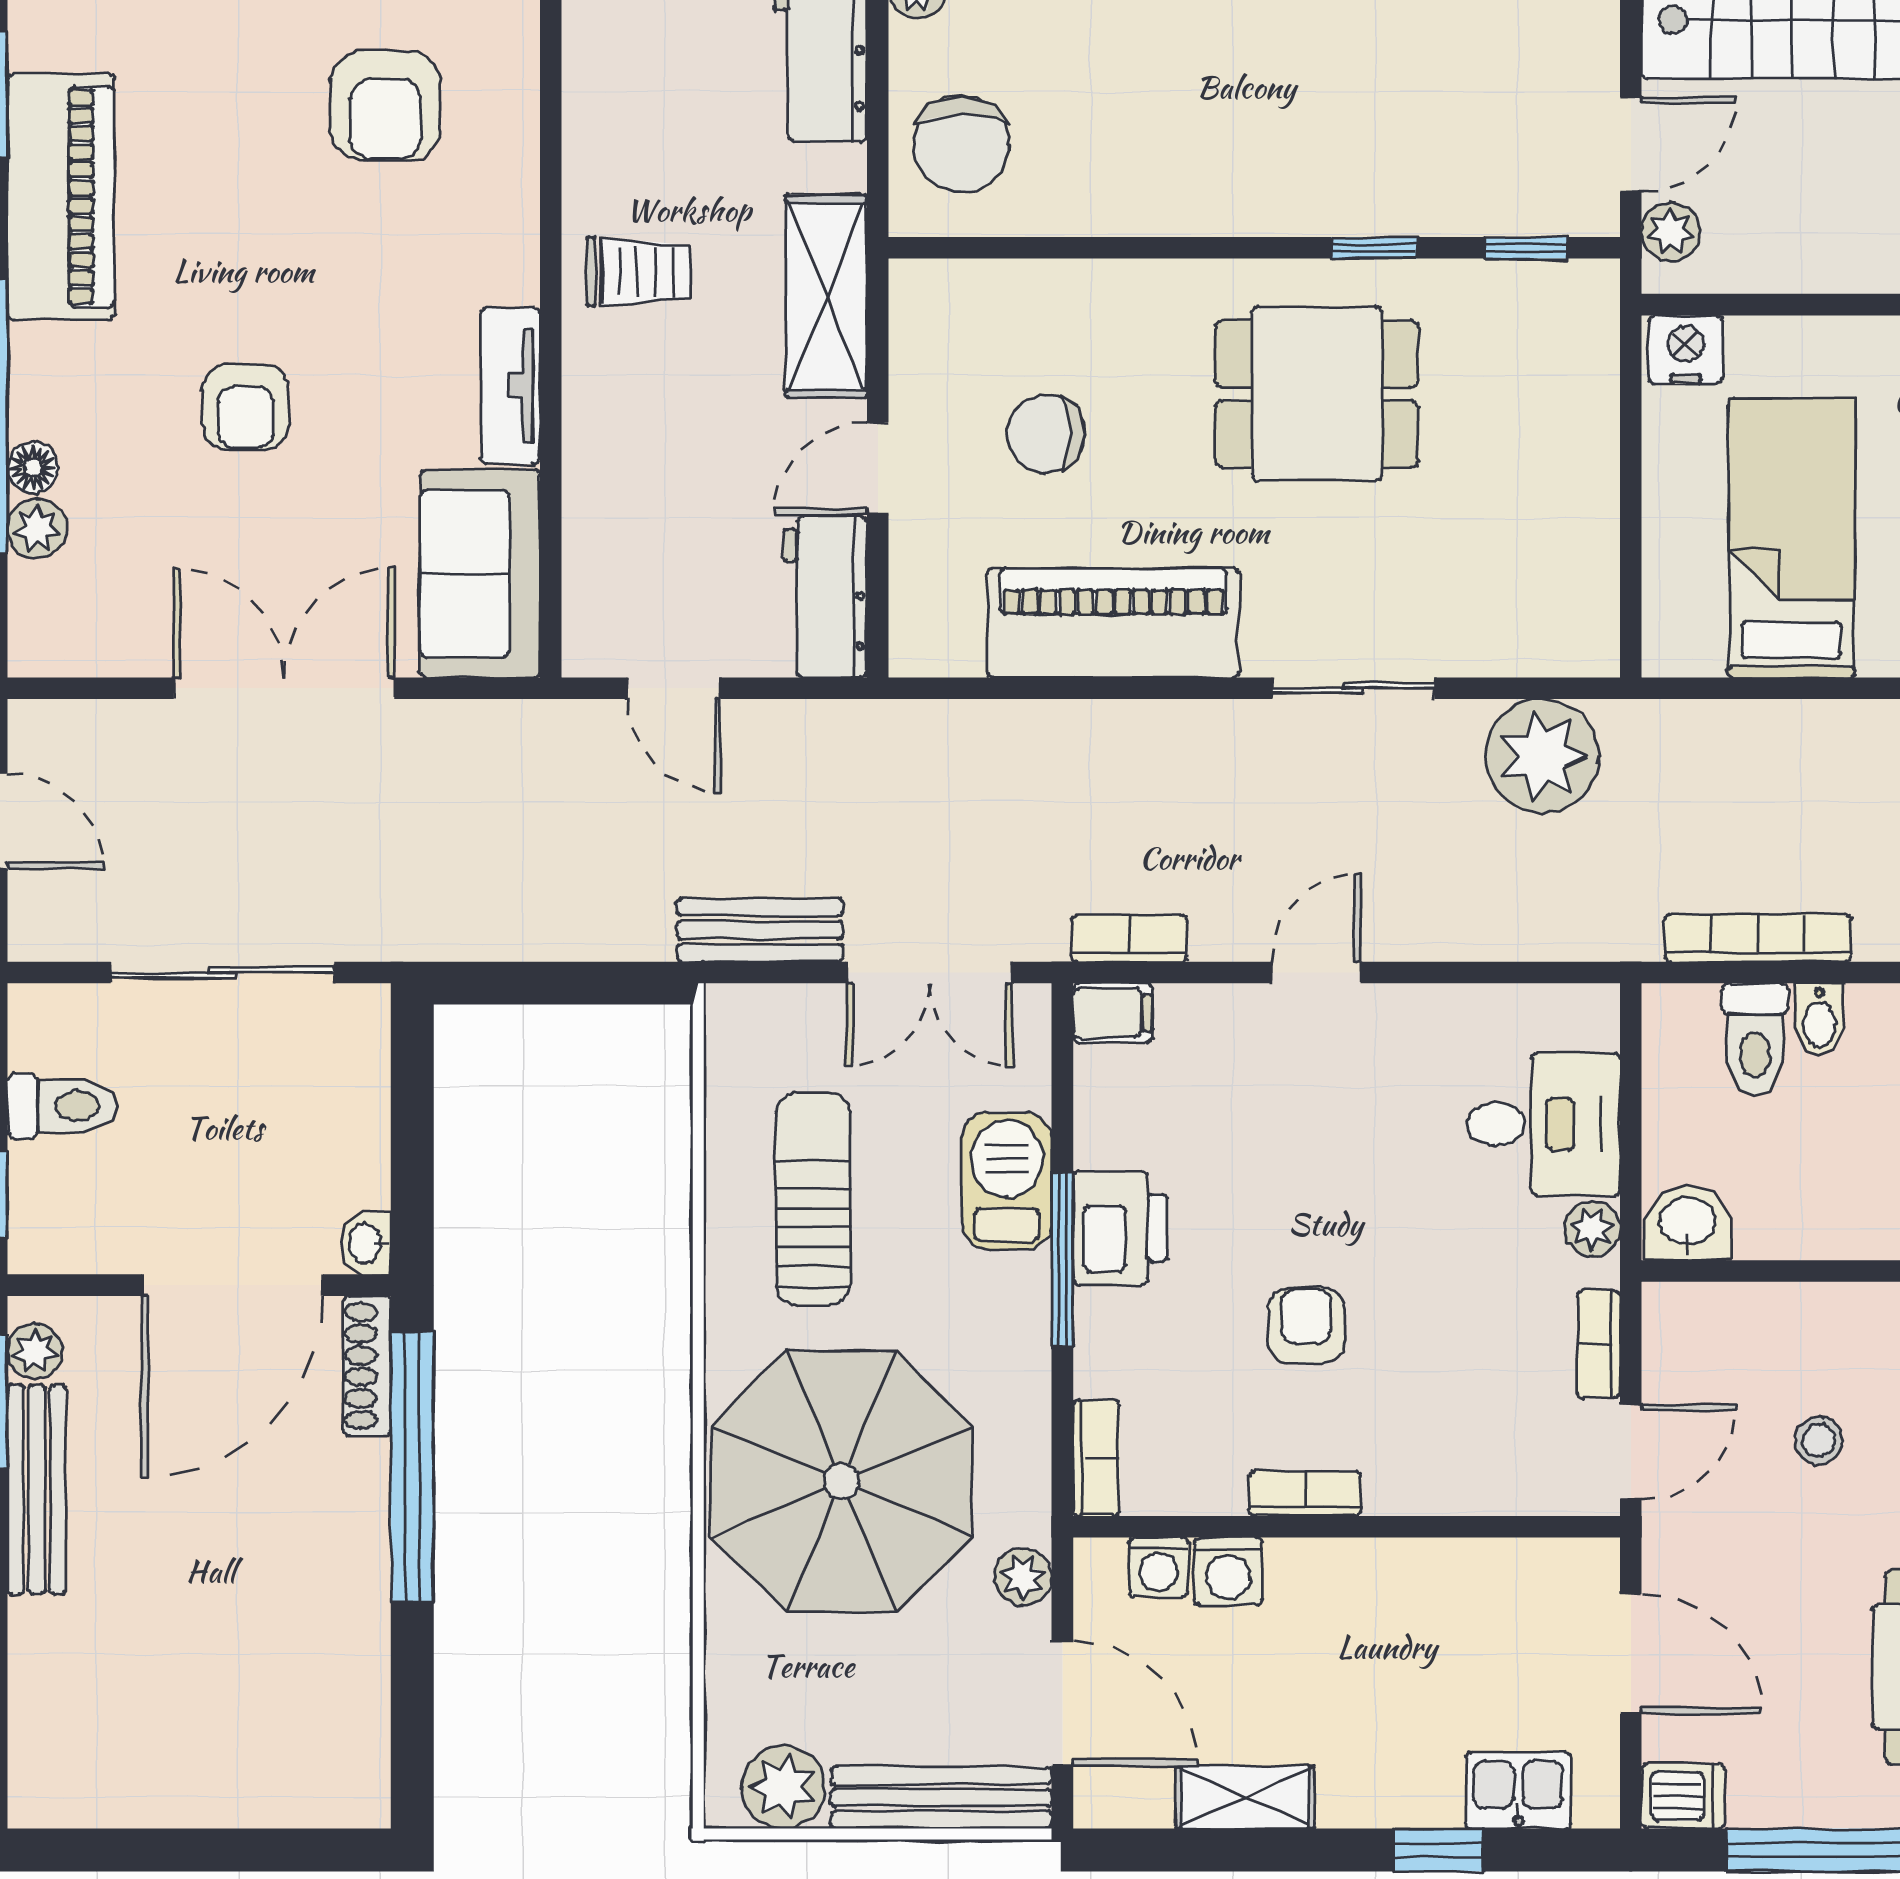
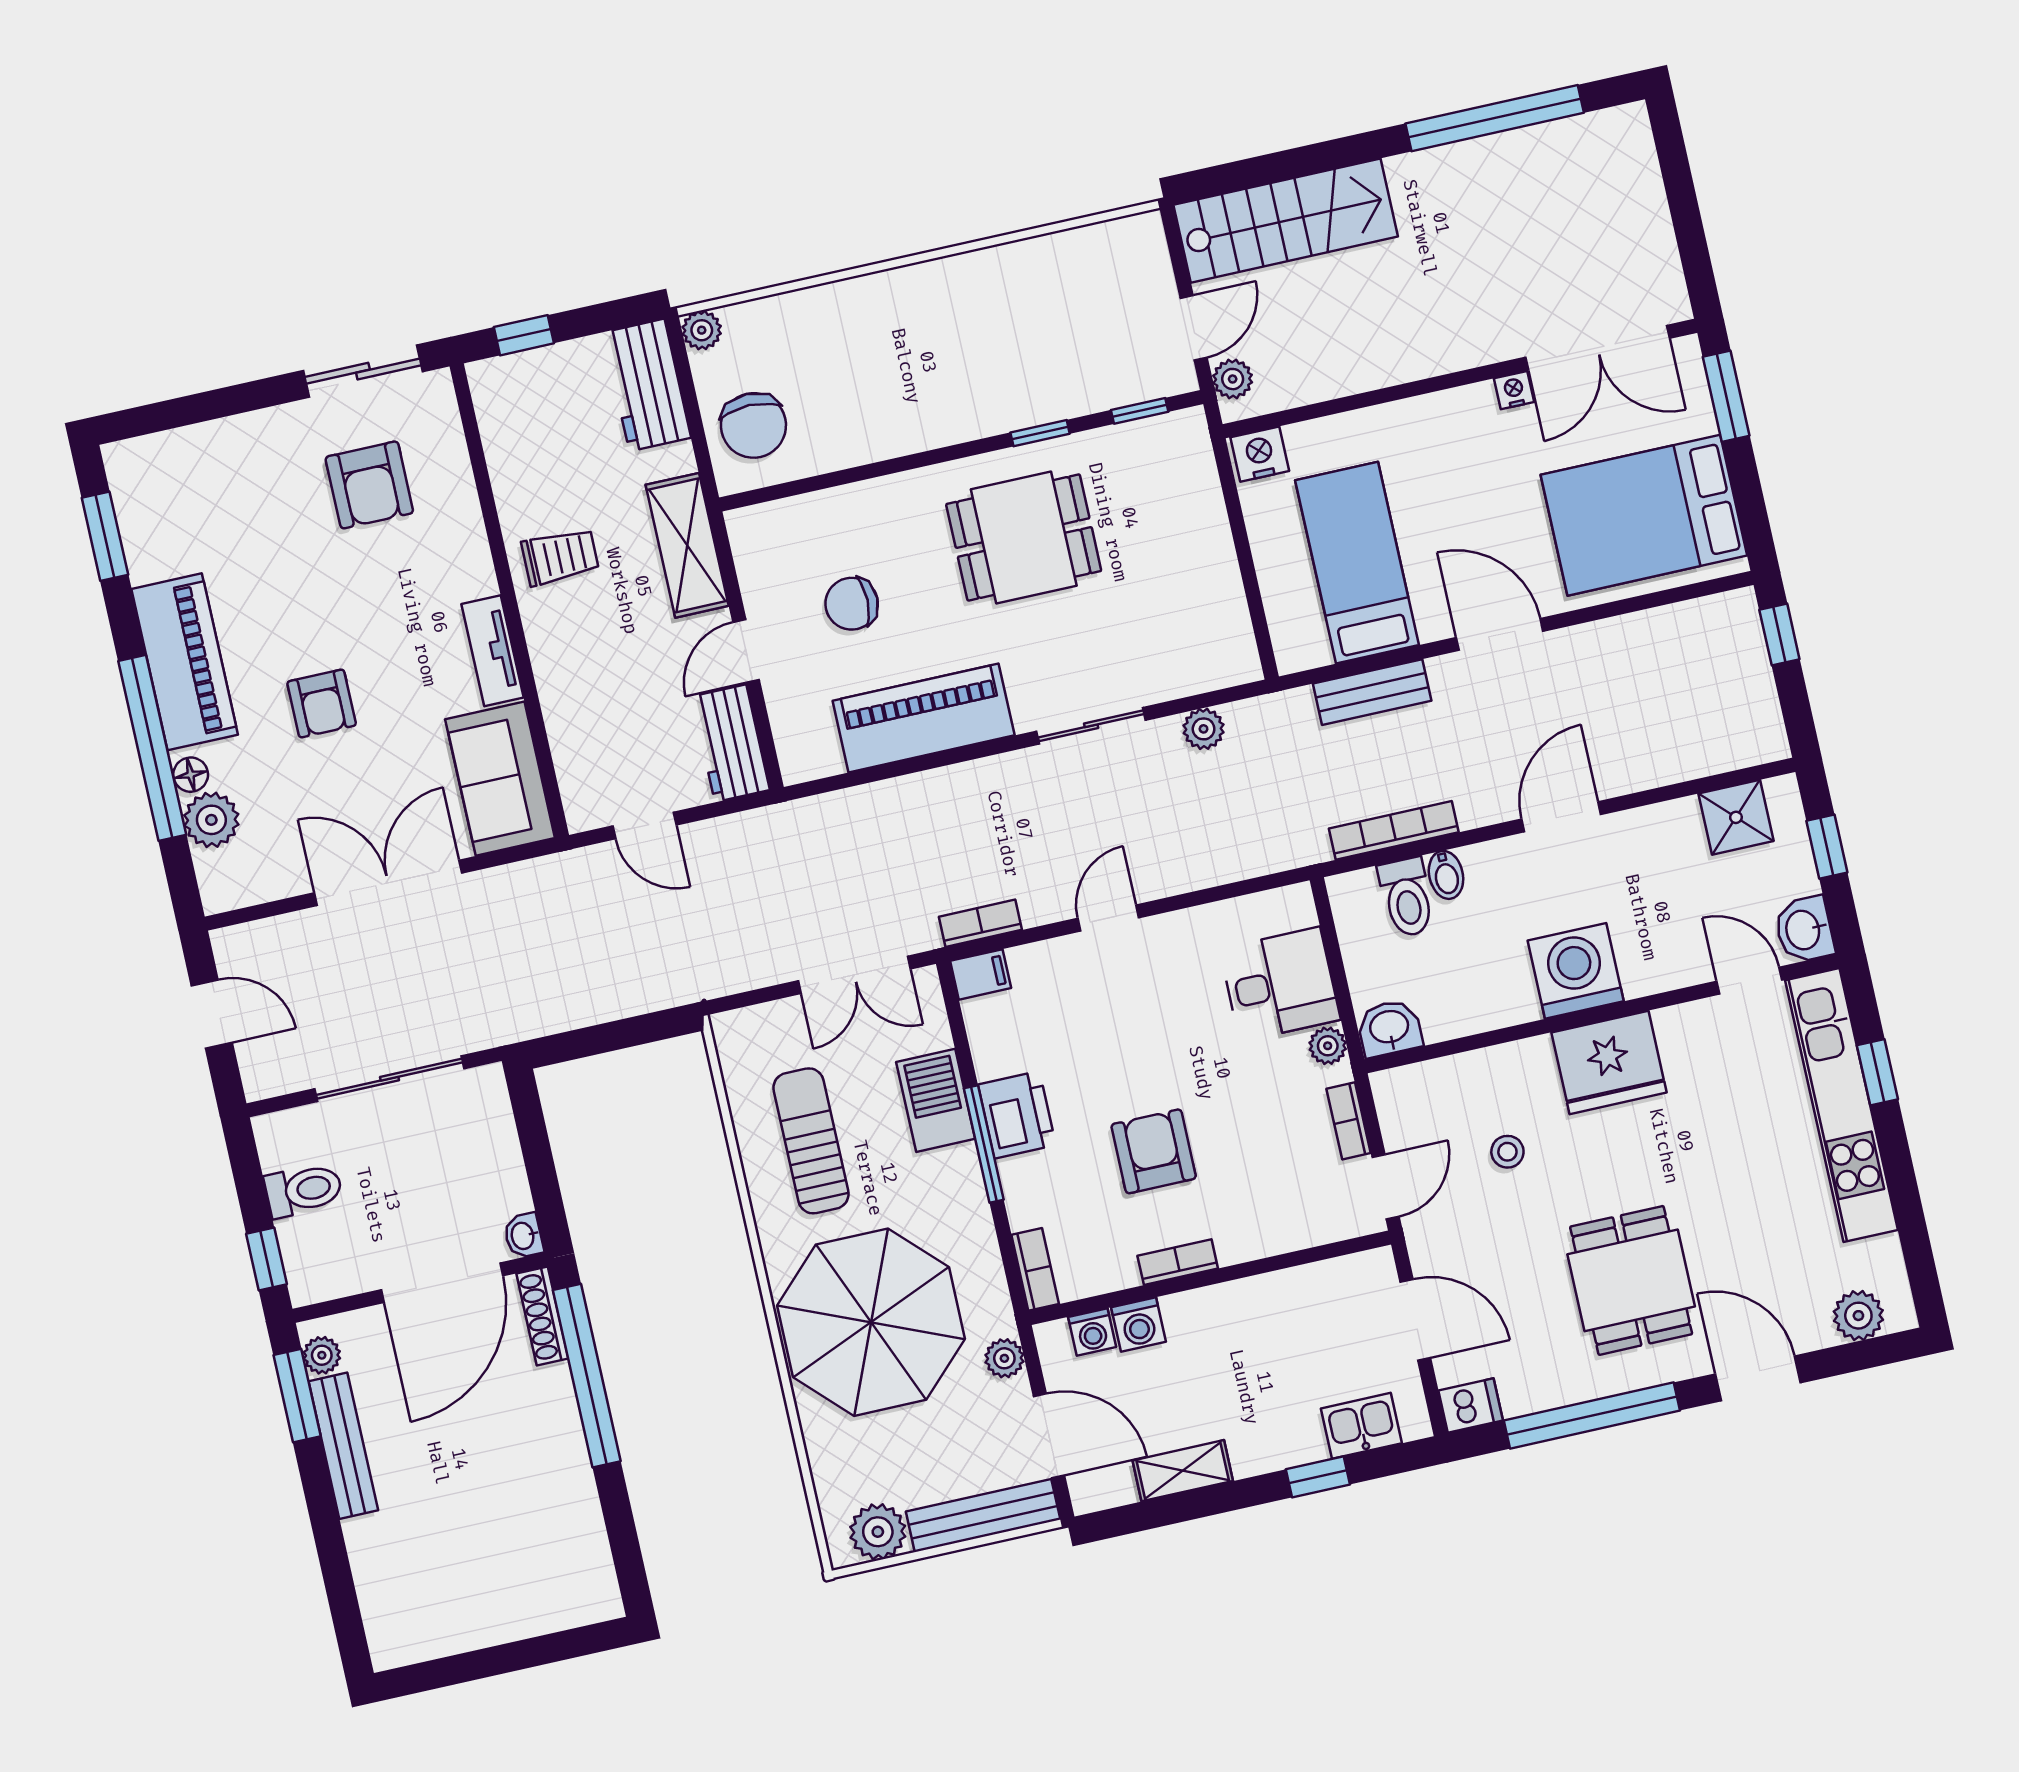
piano: (61, 197) -> (185, 662), moved
plant: (37, 529) -> (211, 820), width x1.38, depth x1.38
plant: (1542, 756) -> (1204, 729), width x0.53, depth x0.53
bench: (760, 930) -> (1372, 692), moved
armchair: (1306, 1325) -> (1154, 1151), width x1.38, depth x1.38

